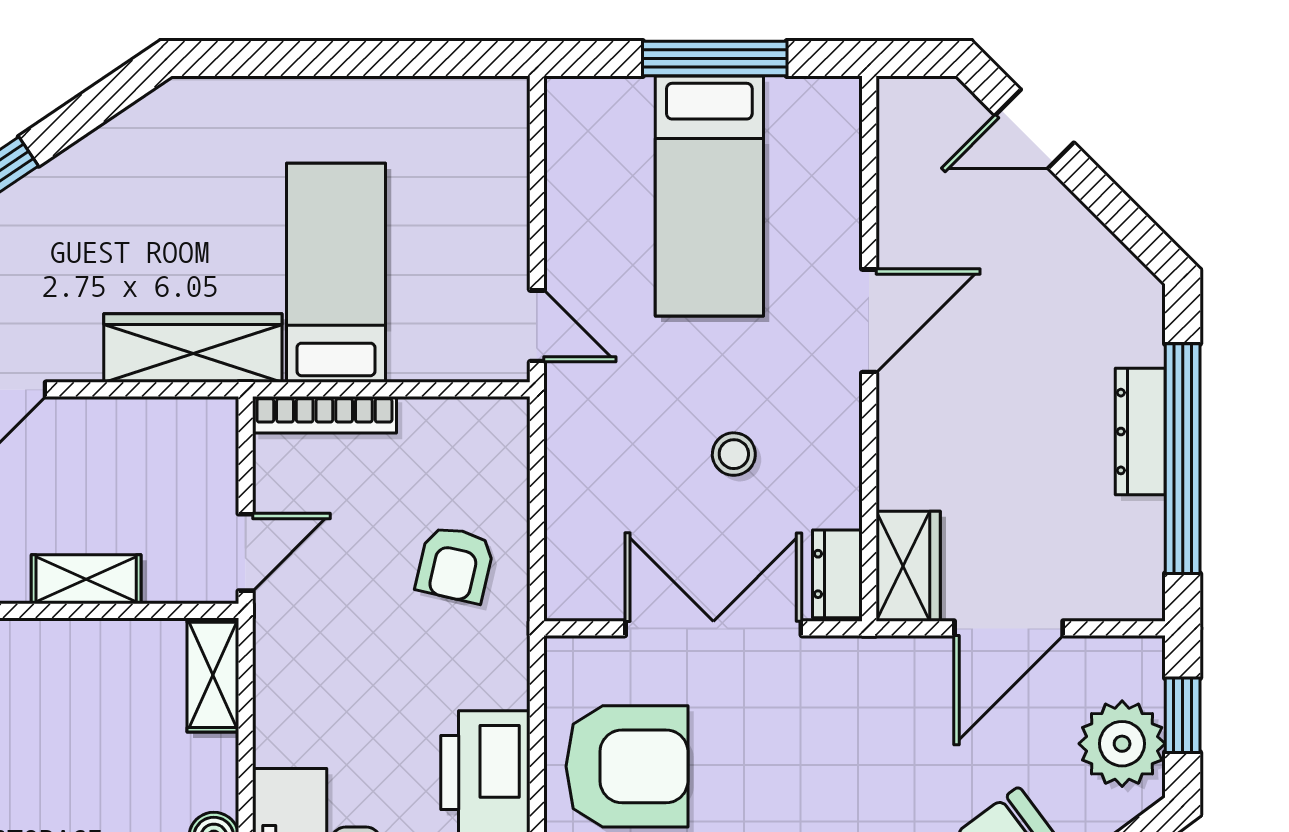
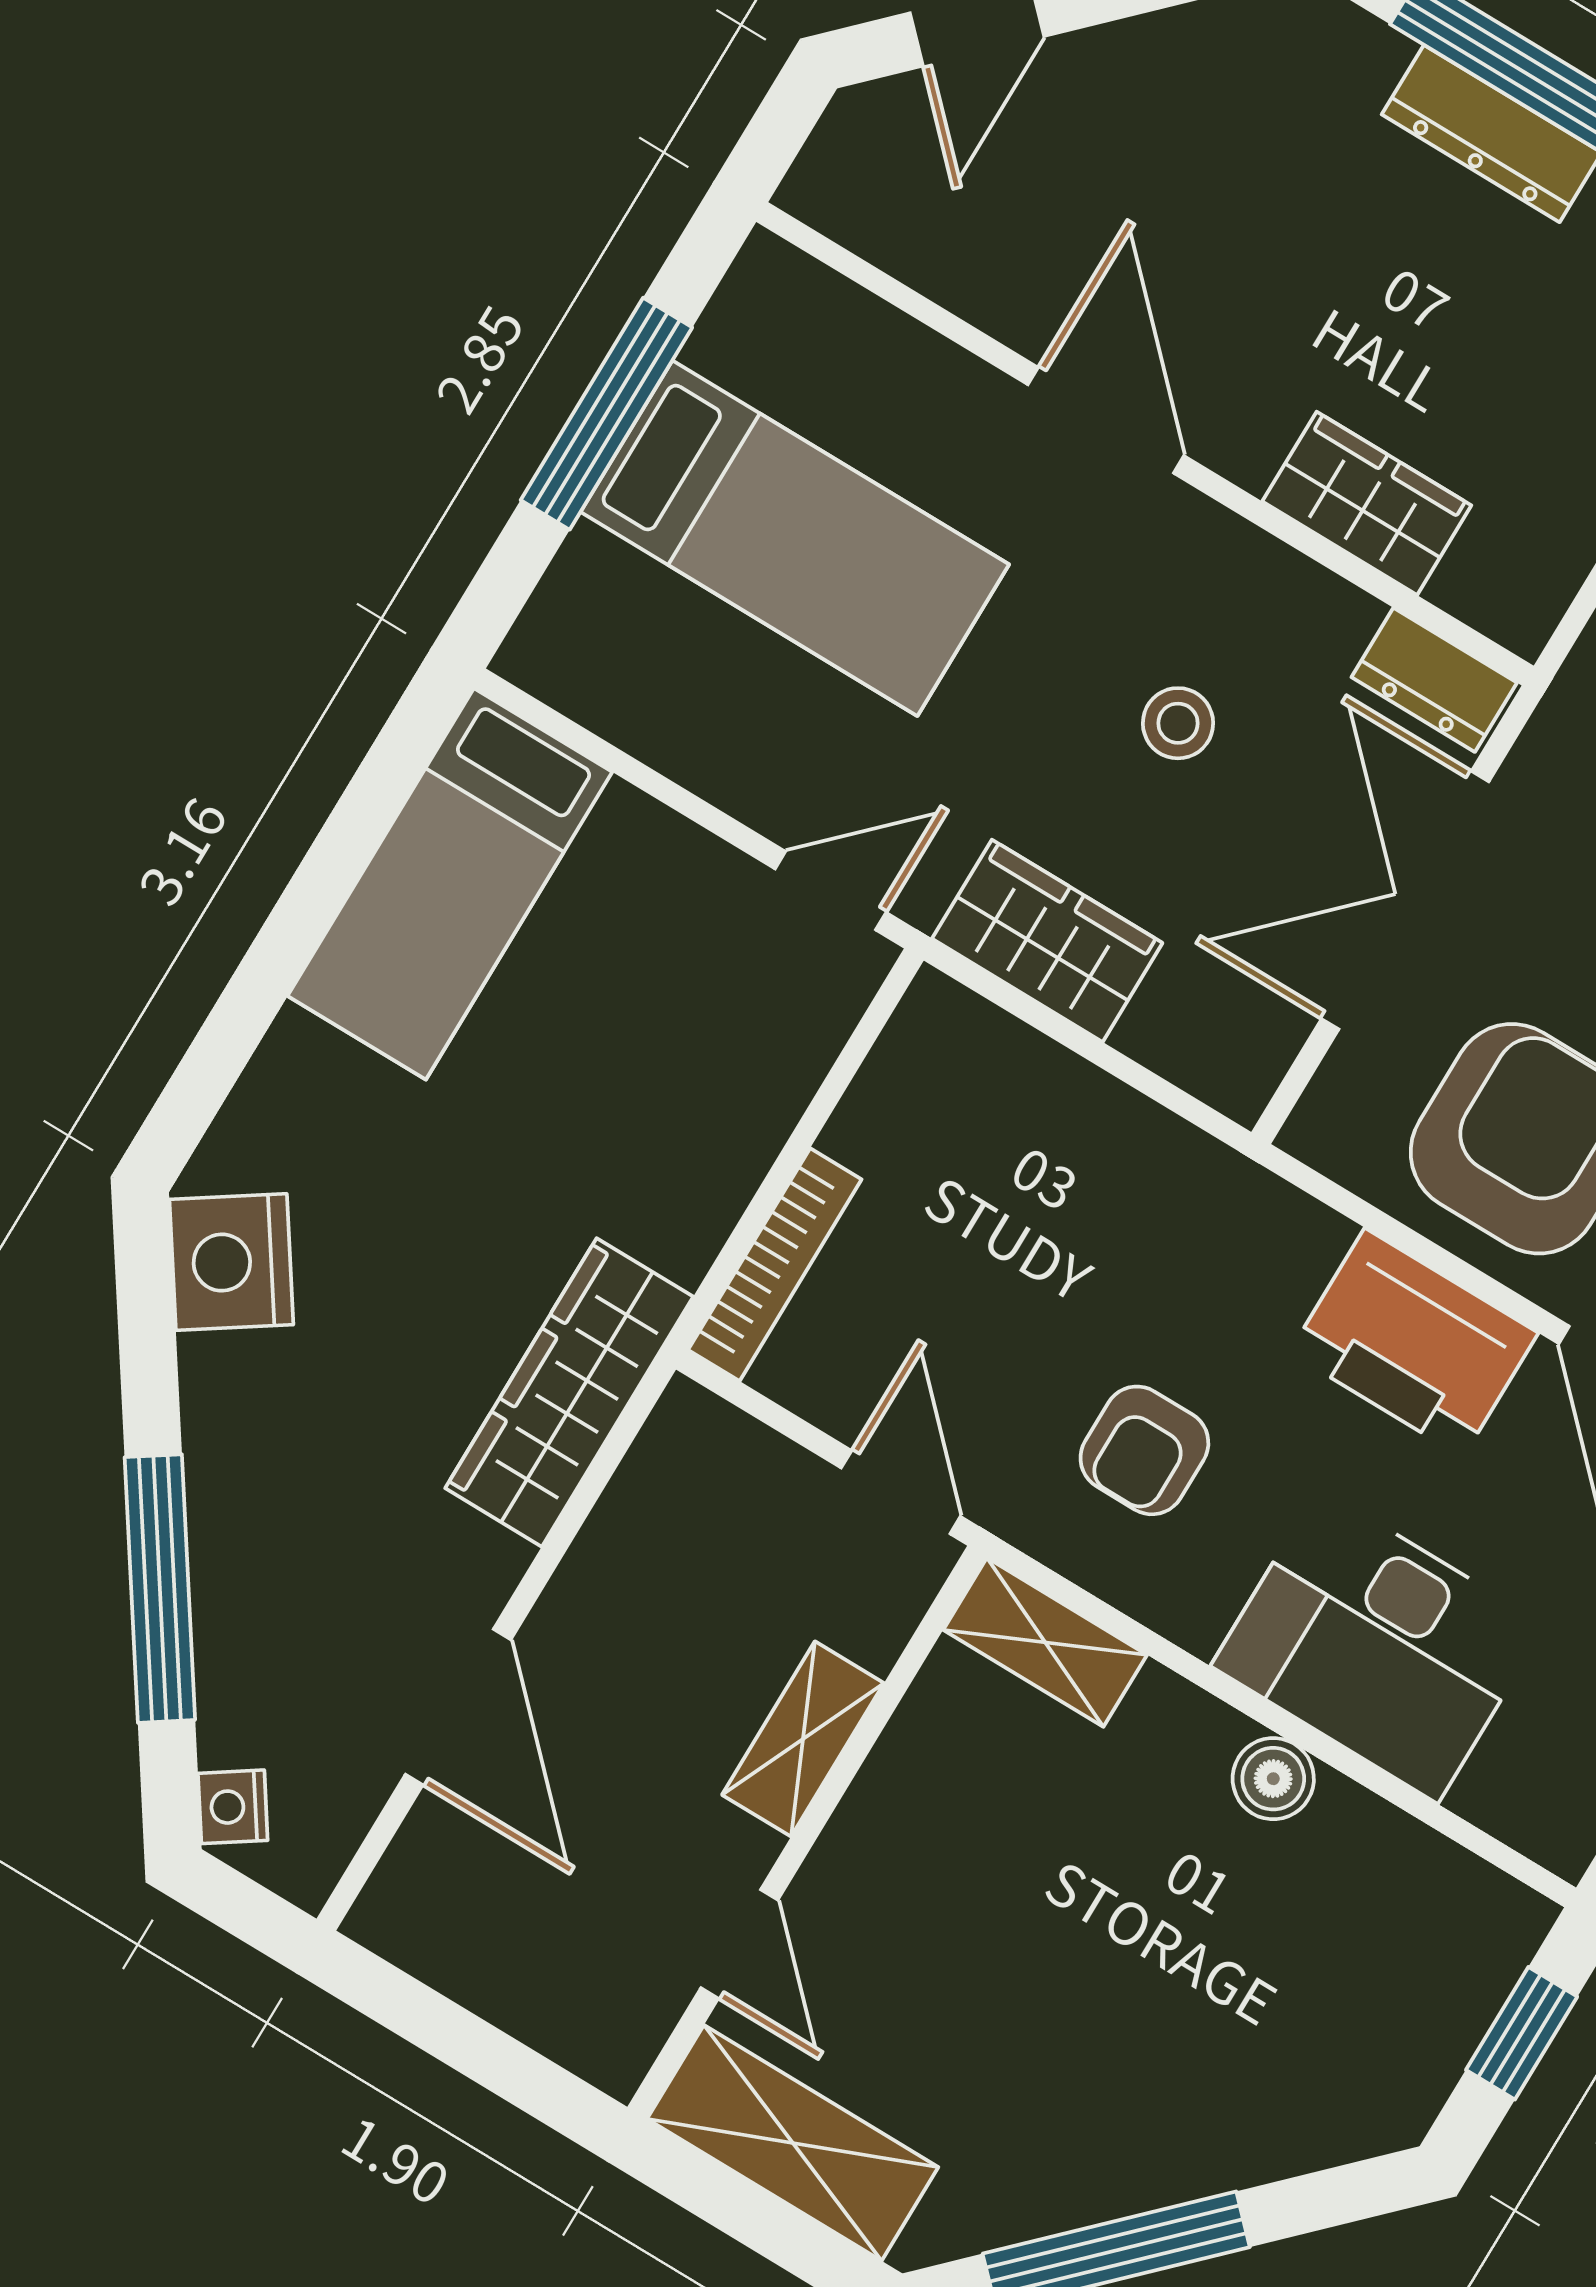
nightstand: (154, 131) -> (231, 1262), added
bed: (336, 273) -> (450, 884), moved, turned -90
wardrobe: (579, 455) -> (1047, 941), added
armchair: (455, 564) -> (1144, 1450), moved, turned 77
wardrobe: (908, 566) -> (1367, 503), moved

